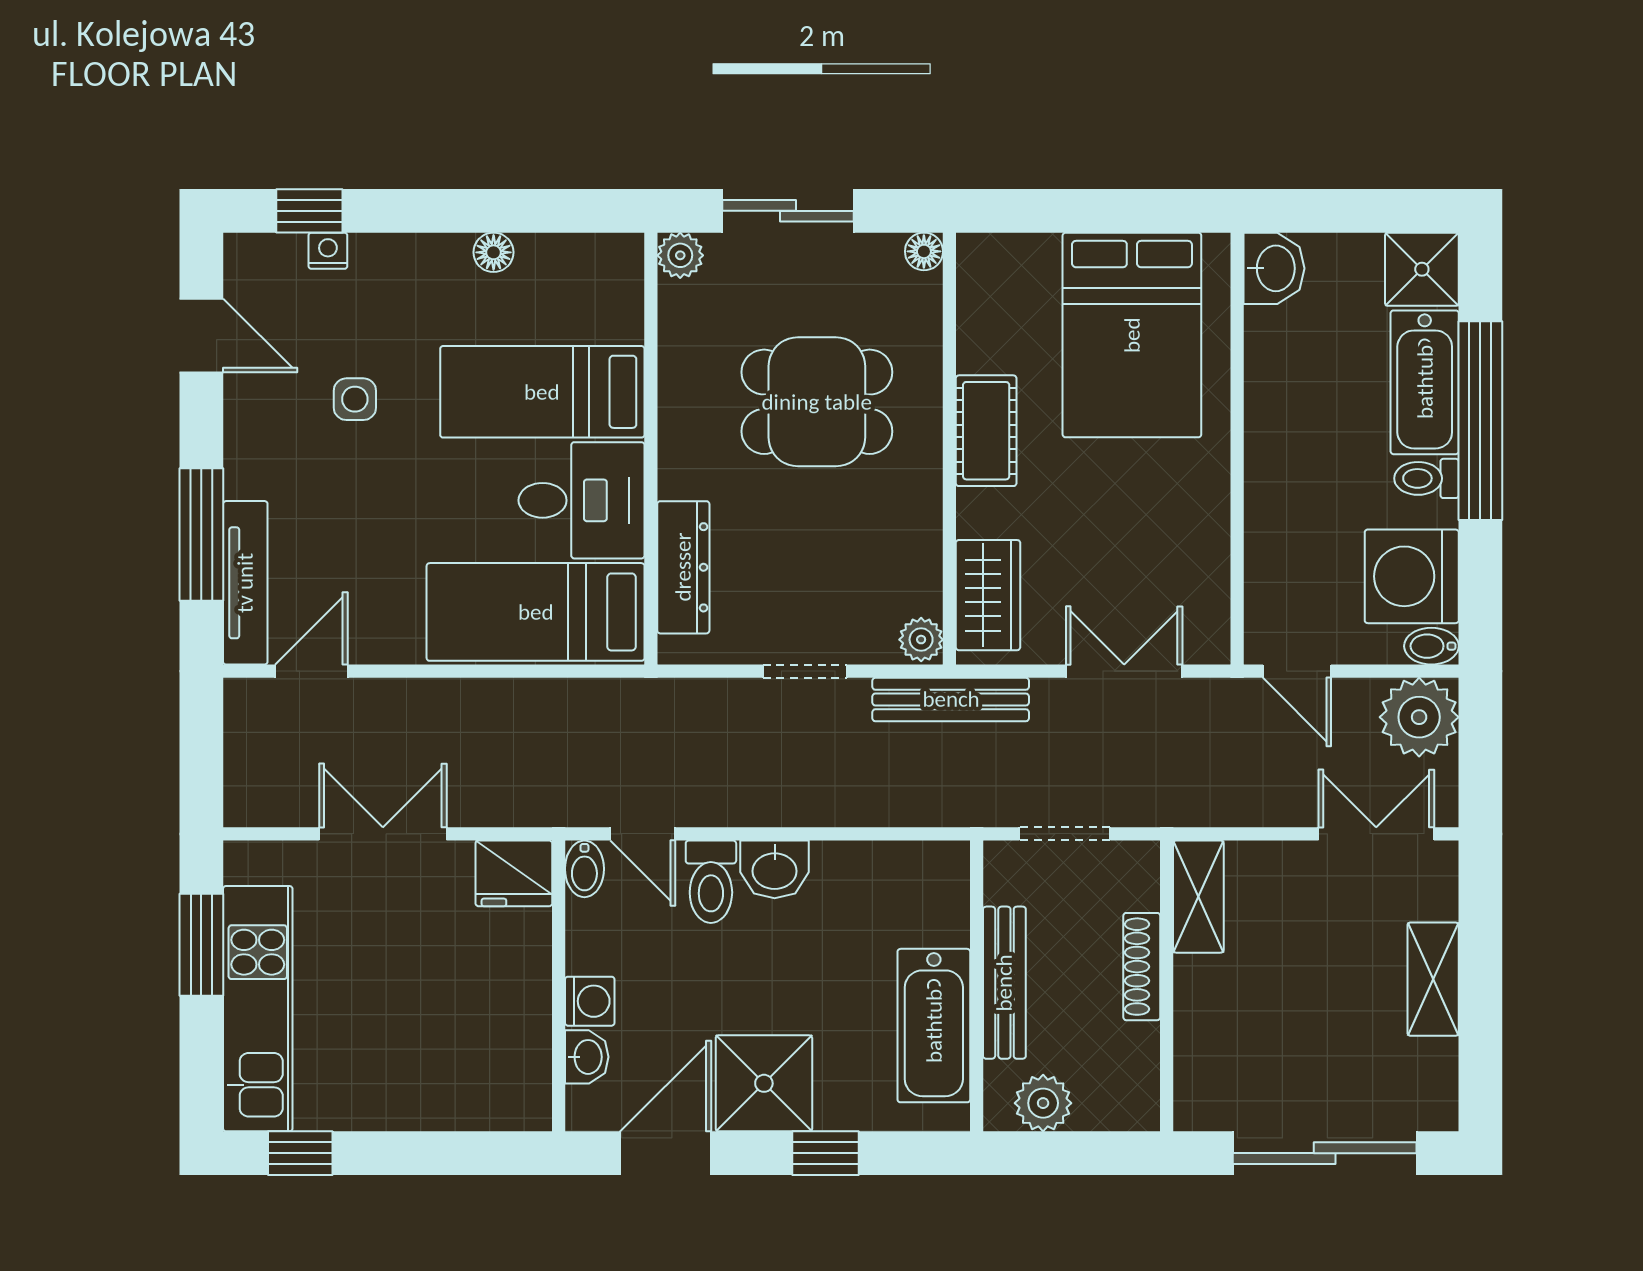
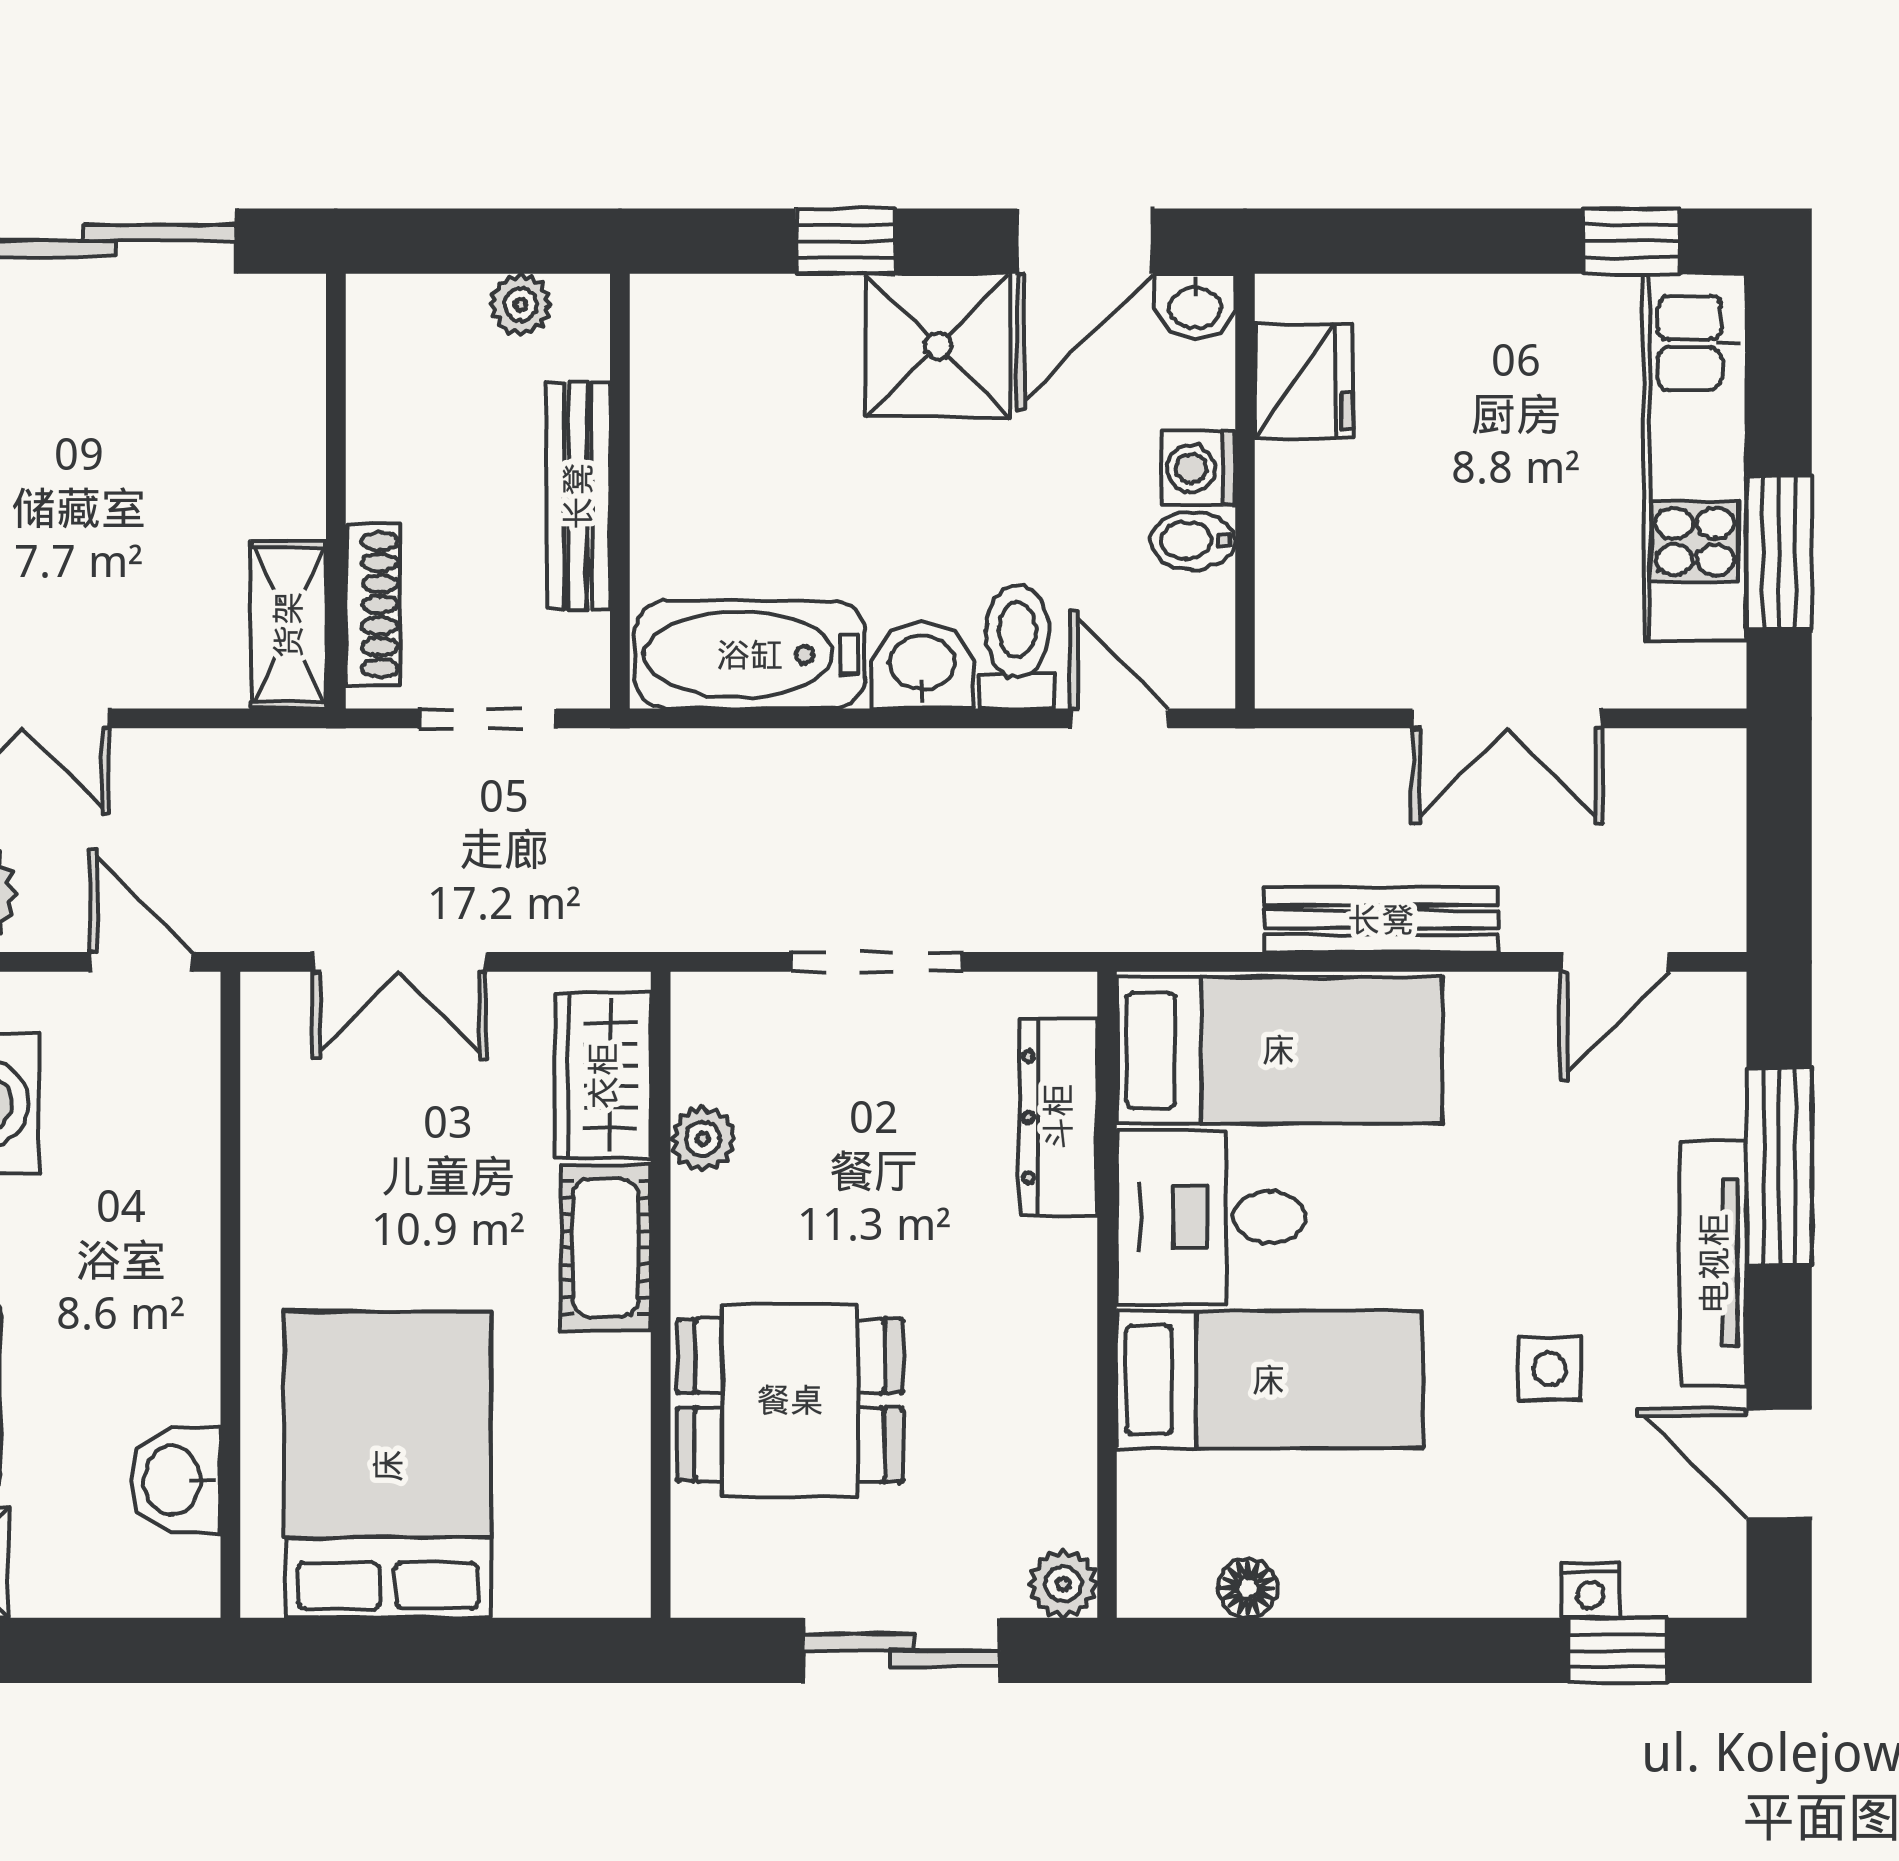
floor lamp: (924, 251) -> (699, 1590), removed
floor lamp: (494, 252) -> (1248, 1588), moved
washbasin: (1274, 268) -> (175, 1480), moved
dining table: (817, 402) -> (790, 1400), moved
cot: (986, 431) -> (606, 1248), moved
tv unit: (245, 583) -> (1714, 1263), moved
plant: (921, 640) -> (703, 1139), moved
doorway: (805, 671) -> (877, 962), width x1.38
bench: (951, 699) -> (1381, 920), moved
bidet: (584, 869) -> (1193, 541), moved, turned -90
fridge: (514, 873) -> (1304, 381), moved, turned 90
shoe rack: (1142, 967) -> (373, 605), moved
bathtub: (934, 1026) -> (750, 655), moved, turned -90
washbasin: (587, 1057) -> (1195, 306), moved, turned -90
plant: (1043, 1103) -> (521, 304), width x0.73, depth x0.73

